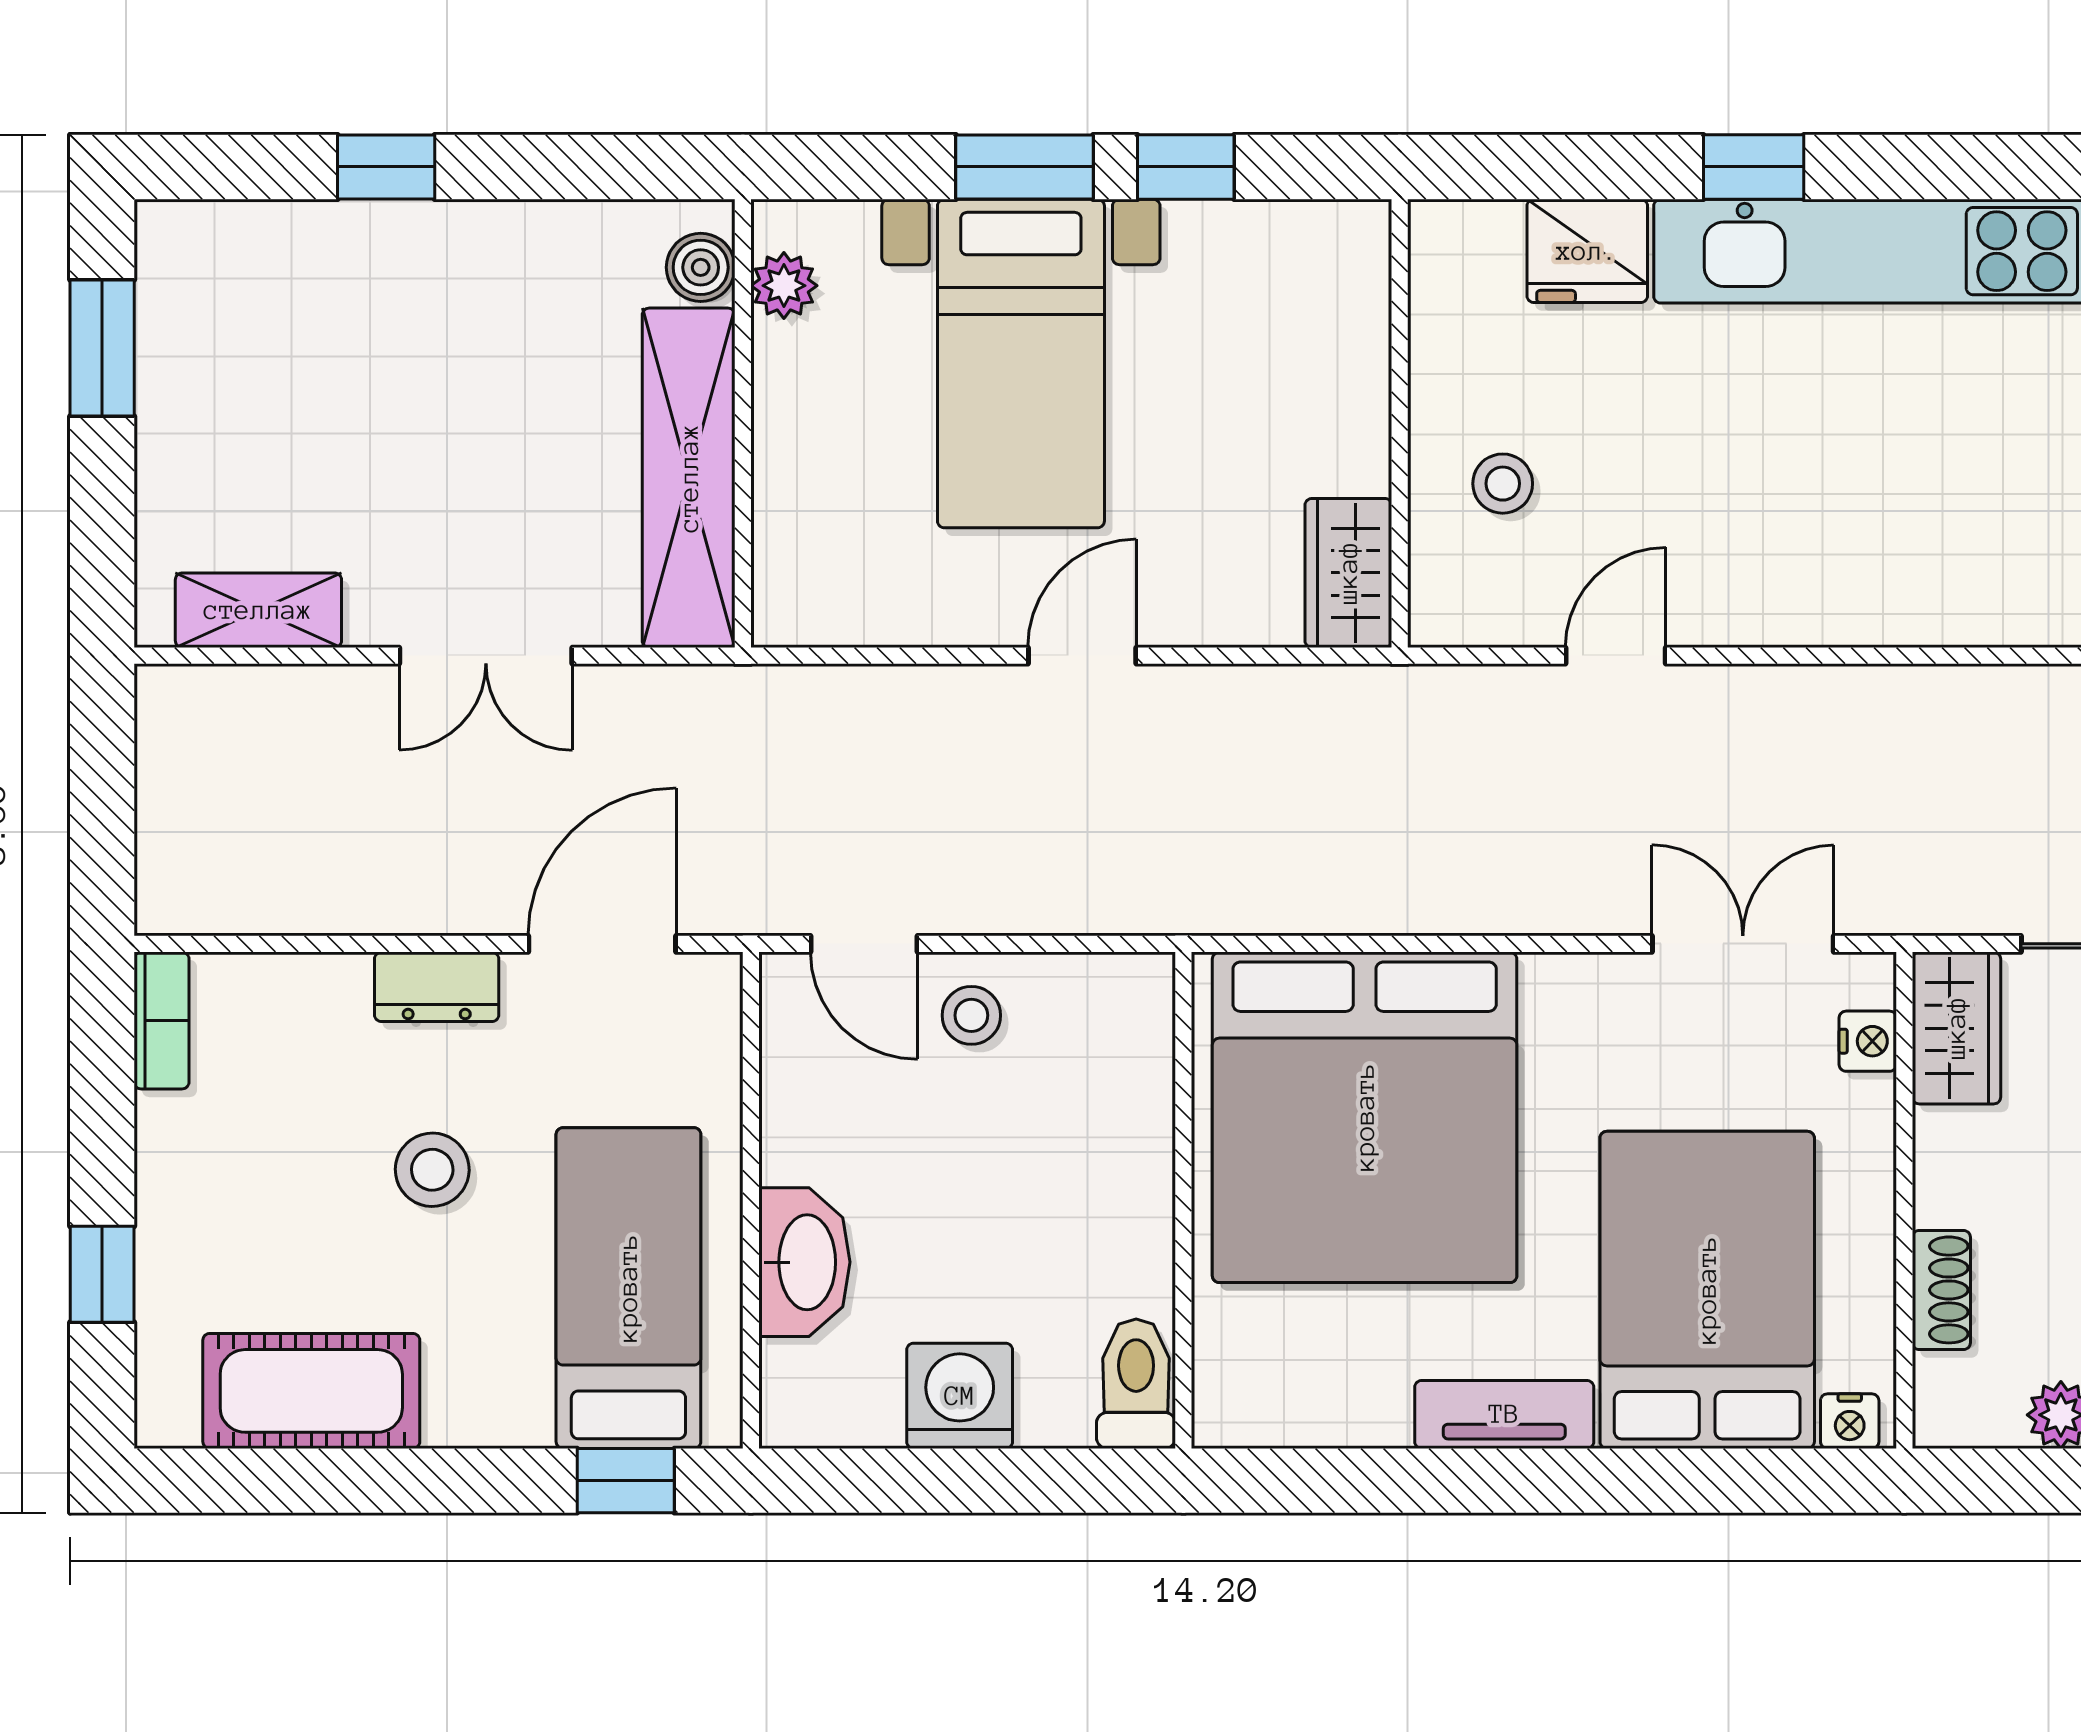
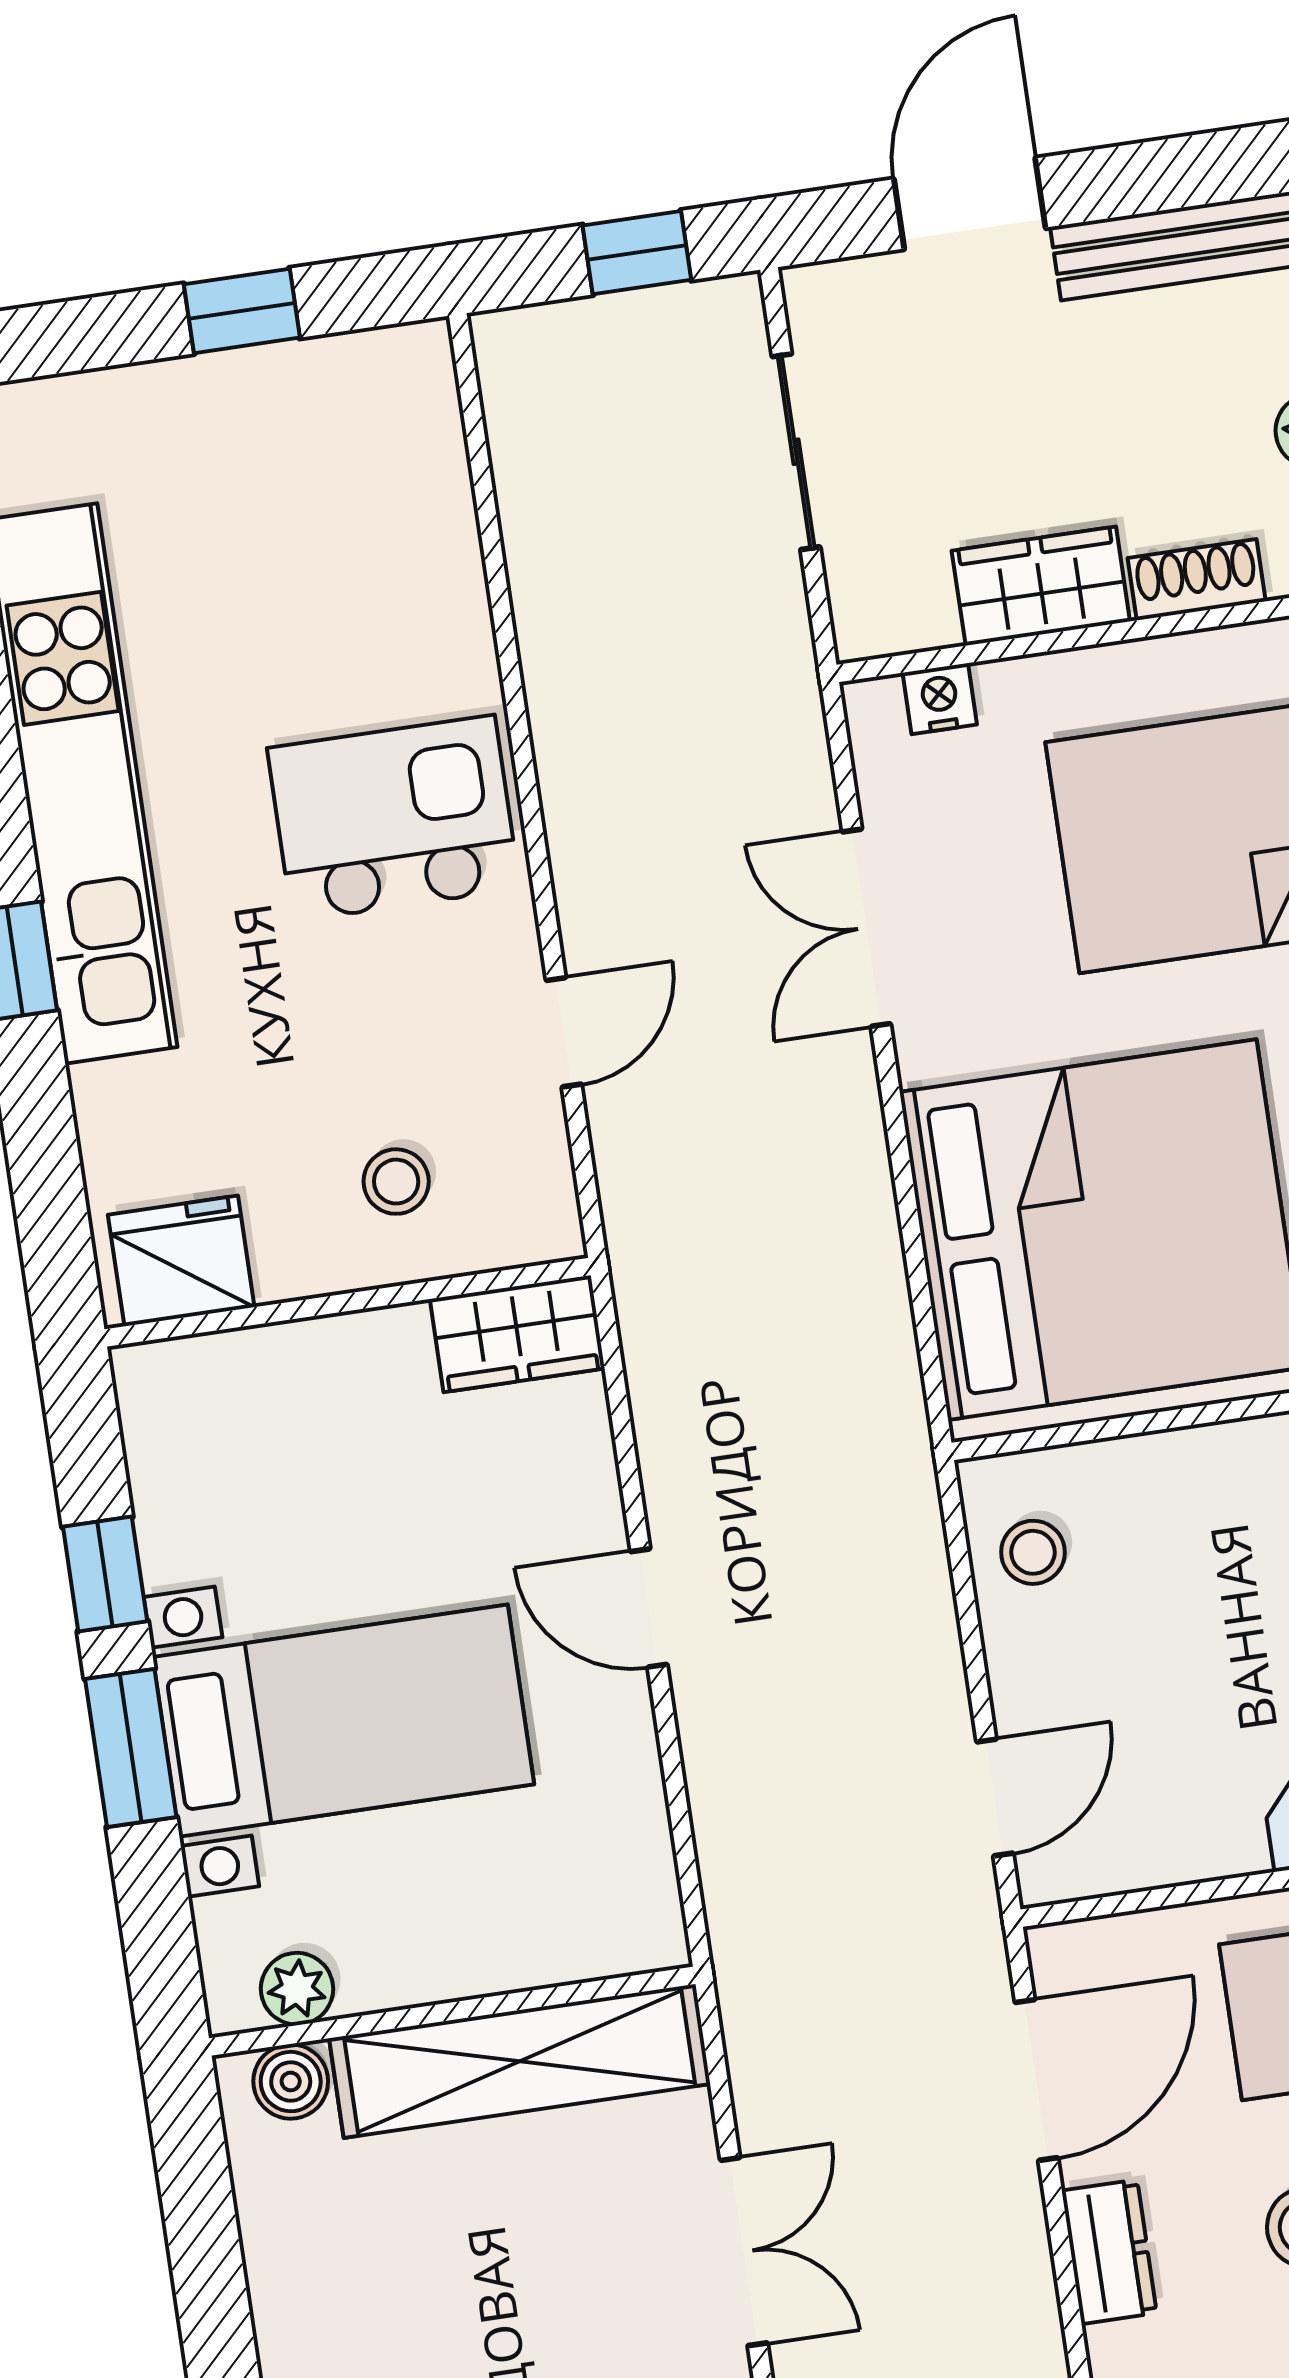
fridge: (1587, 251) -> (181, 1261), moved, turned -90
kitchen island: (1832, 530) -> (394, 818), added
door: (1616, 656) -> (564, 1032), swing flipped
door: (602, 944) -> (1037, 2080), swing flipped
double door: (1743, 944) -> (866, 928), moved
stool: (971, 1015) -> (1033, 1552), moved
wardrobe: (1956, 1028) -> (1041, 586), moved

